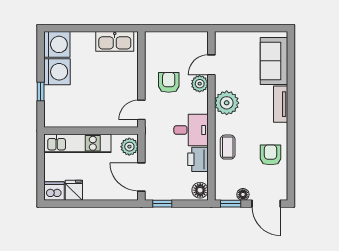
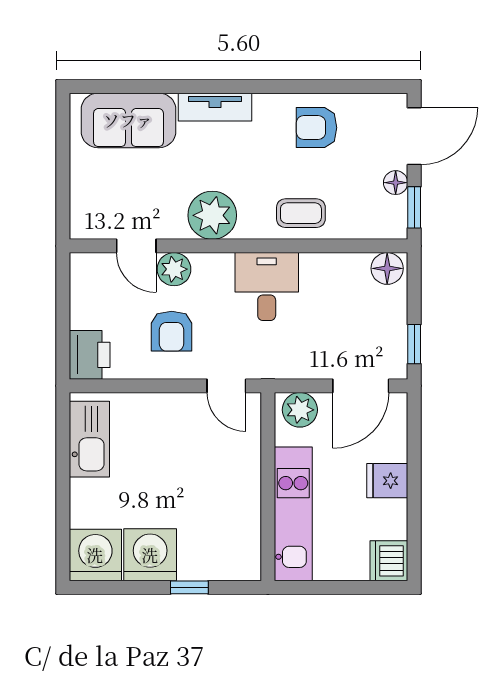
armchair: (169, 82) -> (172, 331), turned -90
printer: (198, 159) -> (90, 355), moved, turned -90
fridge: (74, 190) -> (387, 481), moved

